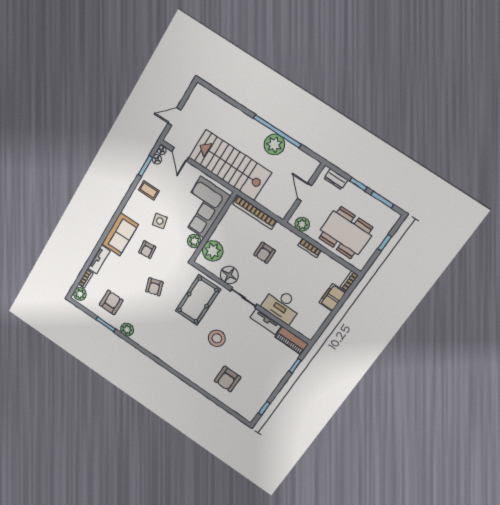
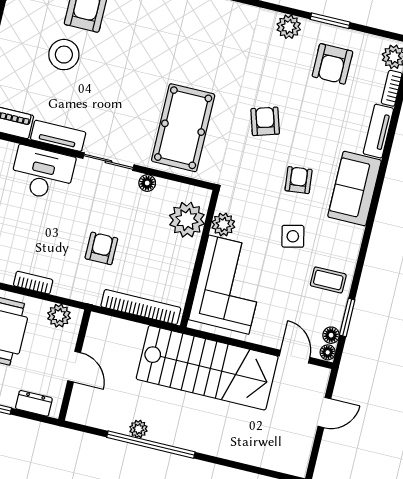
plant: (274, 145) -> (138, 429), width x0.53, depth x0.53
floor lamp: (229, 275) -> (147, 183), width x0.53, depth x0.53
stool: (217, 338) -> (64, 55), moved

